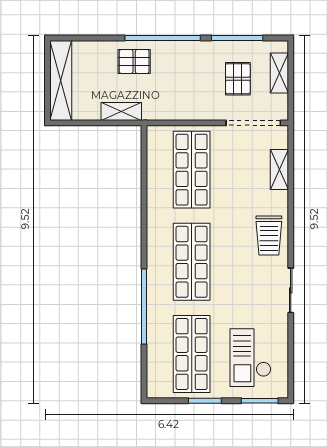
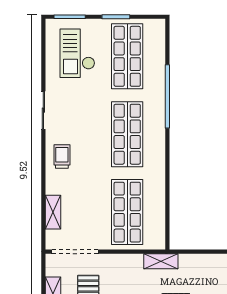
shelving: (121, 111) -> (161, 261), moved
trolley: (269, 235) -> (62, 156), width x0.73, depth x0.72
checkout: (251, 358) -> (77, 53), turned 180

